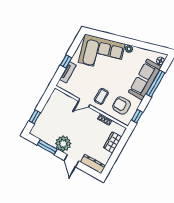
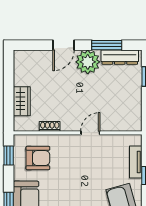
coffee table: (101, 96) -> (72, 155), removed
door: (71, 161) -> (64, 45), swing flipped
dresser: (93, 164) -> (120, 57), moved

